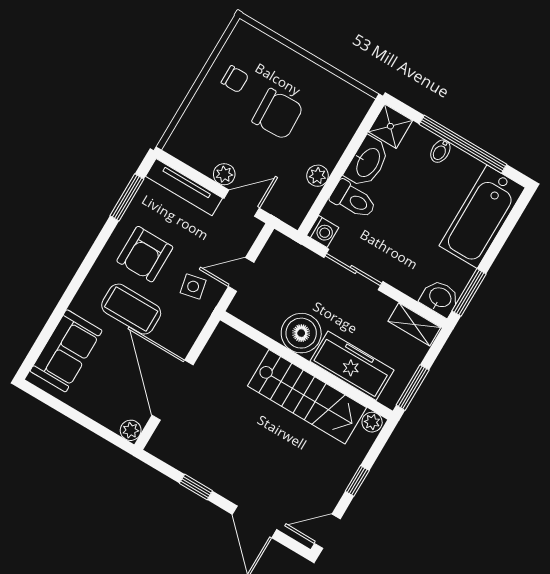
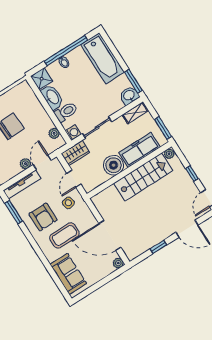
plant: (318, 176) -> (54, 133), moved
wardrobe: (289, 254) -> (75, 153), added

